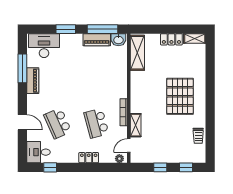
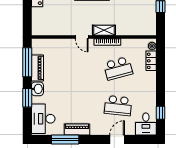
washbasin: (118, 40) -> (37, 89), moved
shelving: (137, 53) -> (50, 29), removed
school desk: (58, 123) -> (118, 106), turned 30
shelving: (136, 125) -> (104, 30), moved
door: (129, 146) -> (82, 37), moved
locker: (89, 158) -> (151, 61), moved

